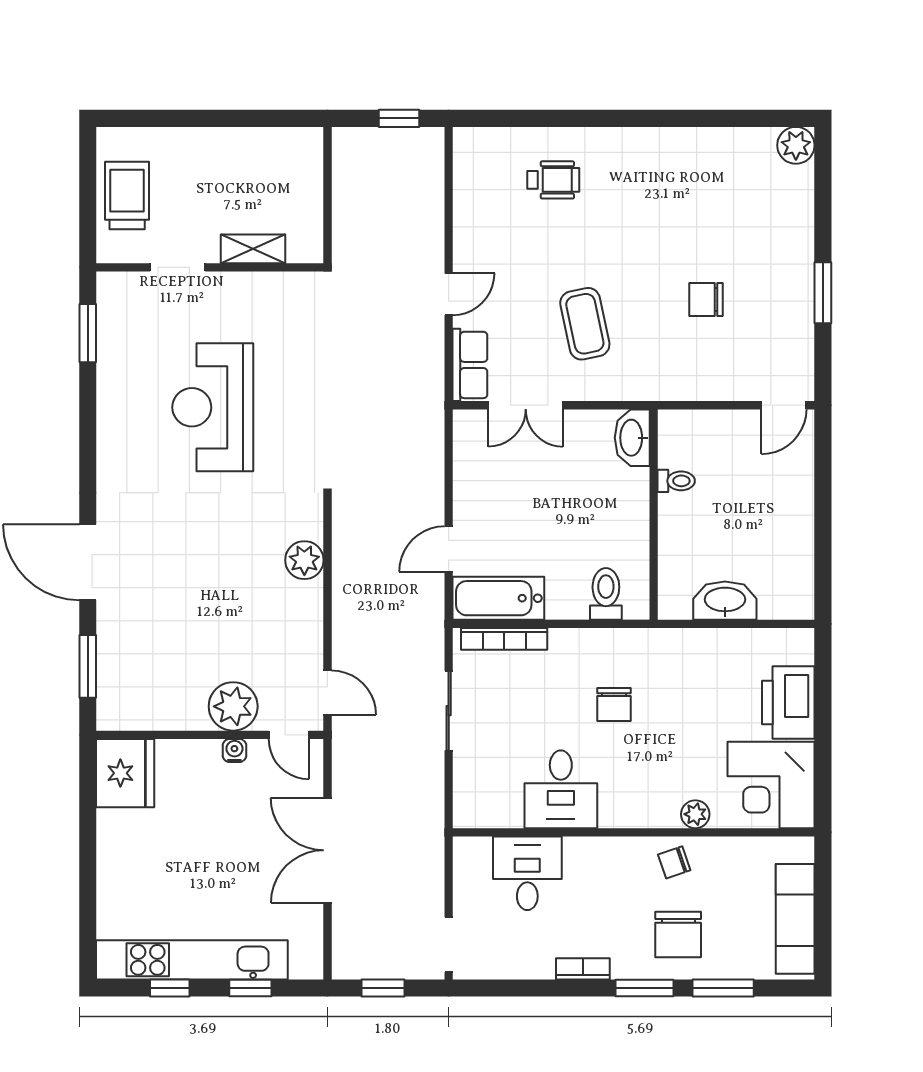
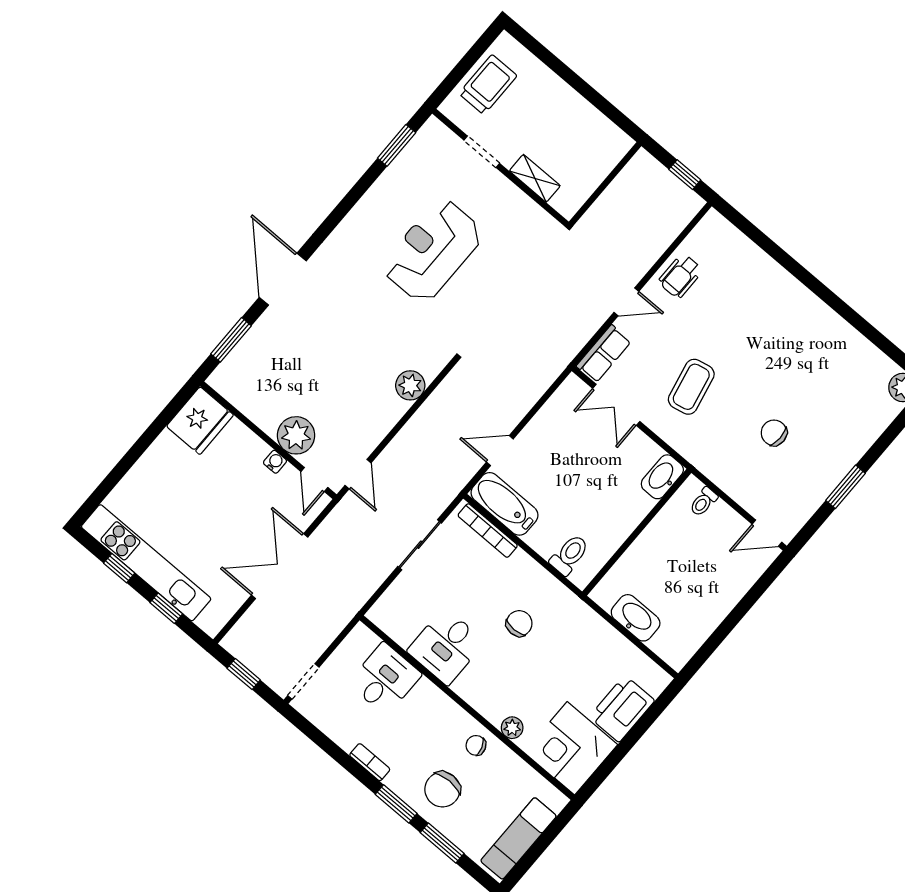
wheelchair: (553, 180) -> (680, 276), moved, turned 90
toilet: (676, 481) -> (703, 502), moved, turned 90
chair: (614, 705) -> (519, 623), turned 180

